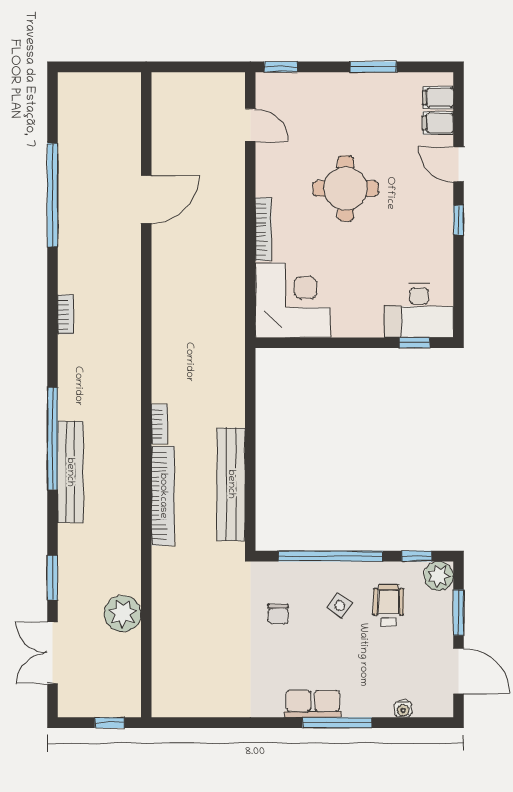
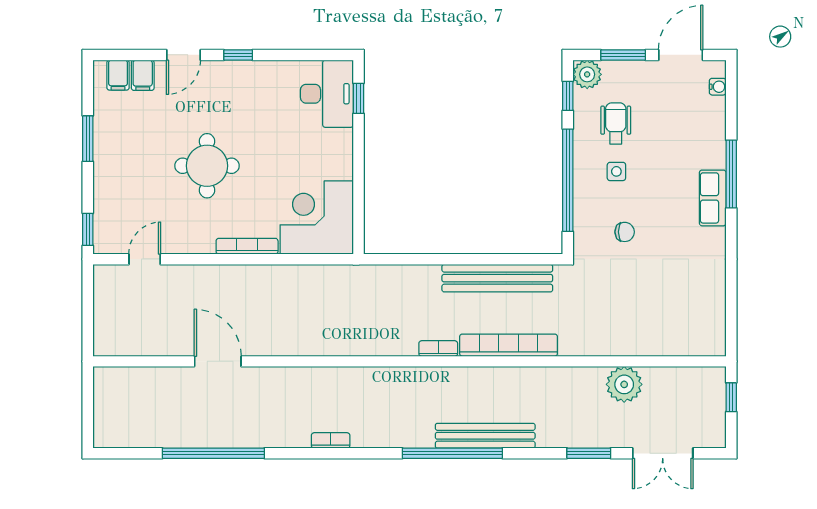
wheelchair: (389, 605) -> (616, 123), turned 90
side table: (340, 606) -> (616, 171), turned -36
water cooler: (403, 709) -> (718, 87), moved

